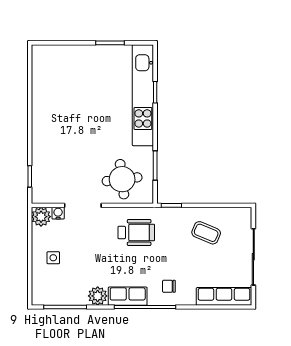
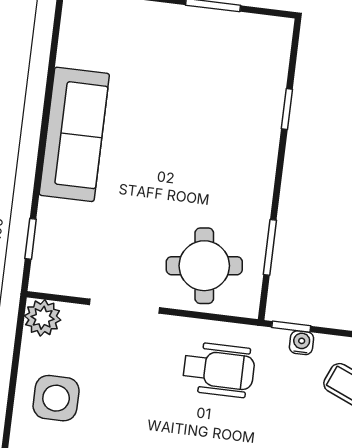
kitchen unit: (143, 95) -> (263, 112), removed
sofa: (46, 119) -> (74, 134), added
water cooler: (58, 213) -> (301, 343), moved
side table: (53, 258) -> (56, 398), width x1.87, depth x1.87

